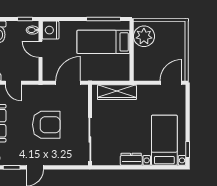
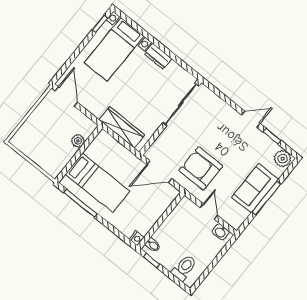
nightstand: (51, 30) -> (137, 238), width x0.53, depth x0.56
plant: (144, 36) -> (78, 141), moved, width x0.53, depth x0.53
door: (41, 49) -> (160, 222), removed
door: (171, 83) -> (66, 97), swing flipped
armchair: (46, 125) -> (201, 168), moved

